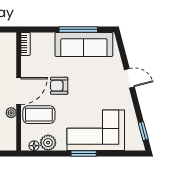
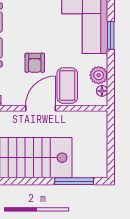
door: (19, 91) -> (41, 108), hinge flipped
plant: (11, 113) -> (65, 117), removed

